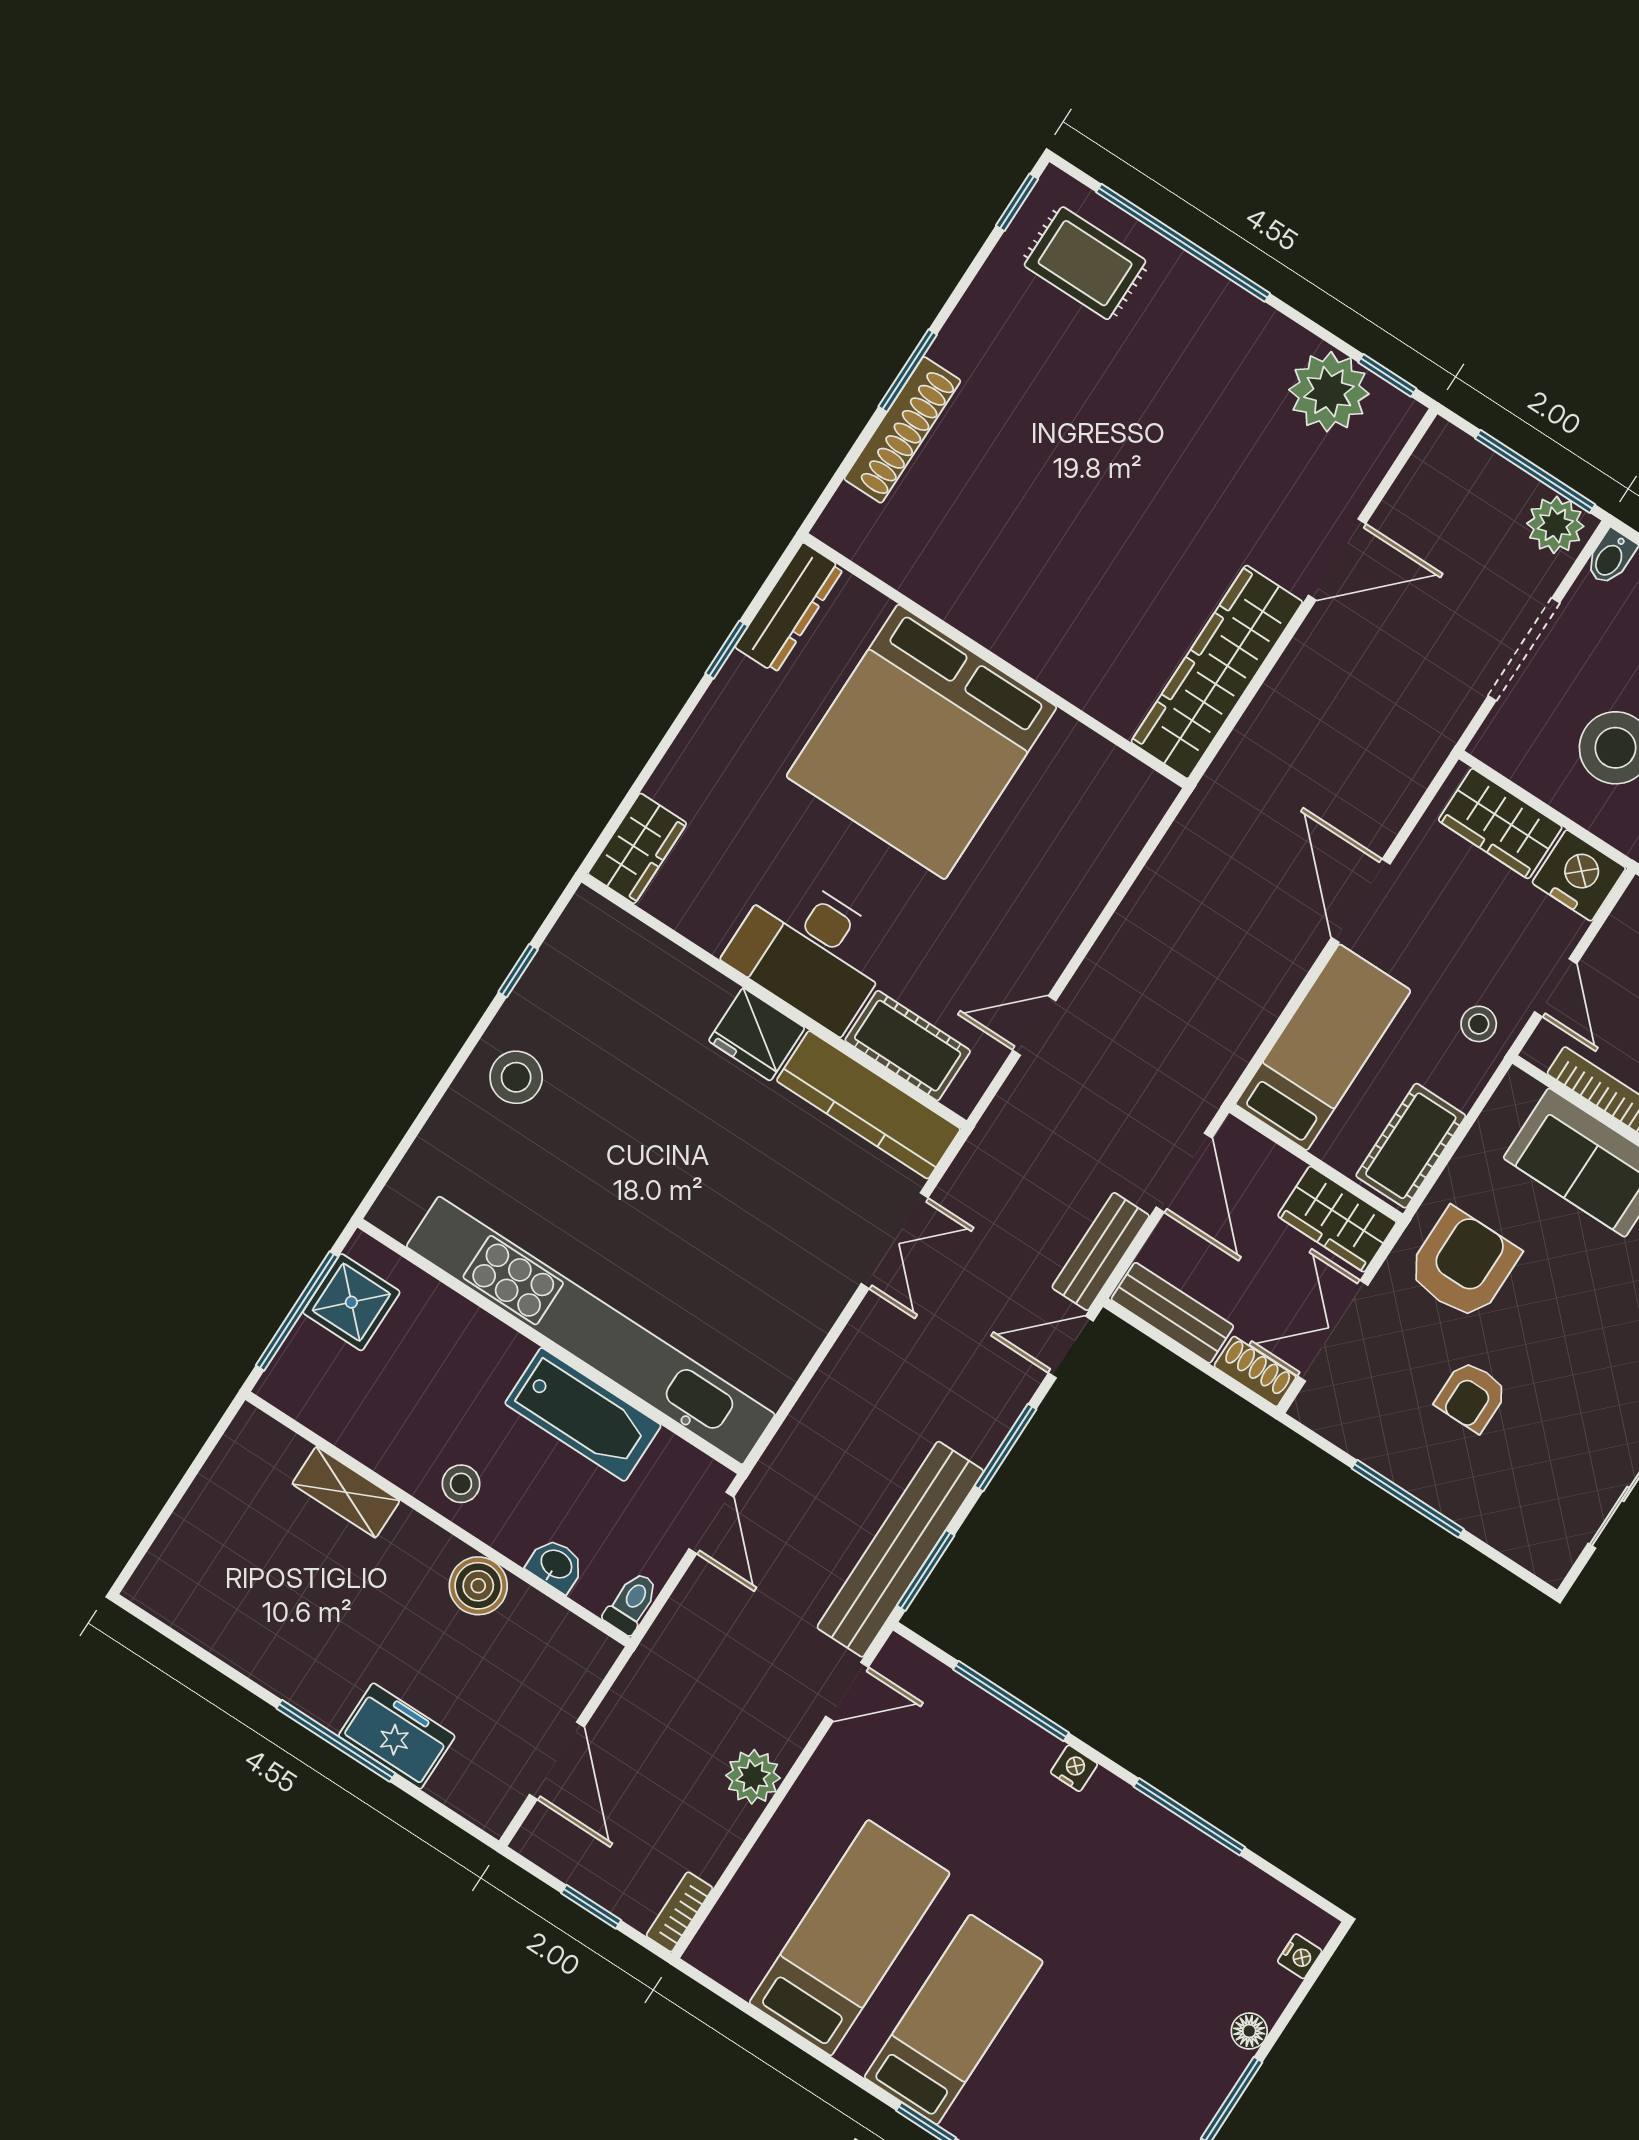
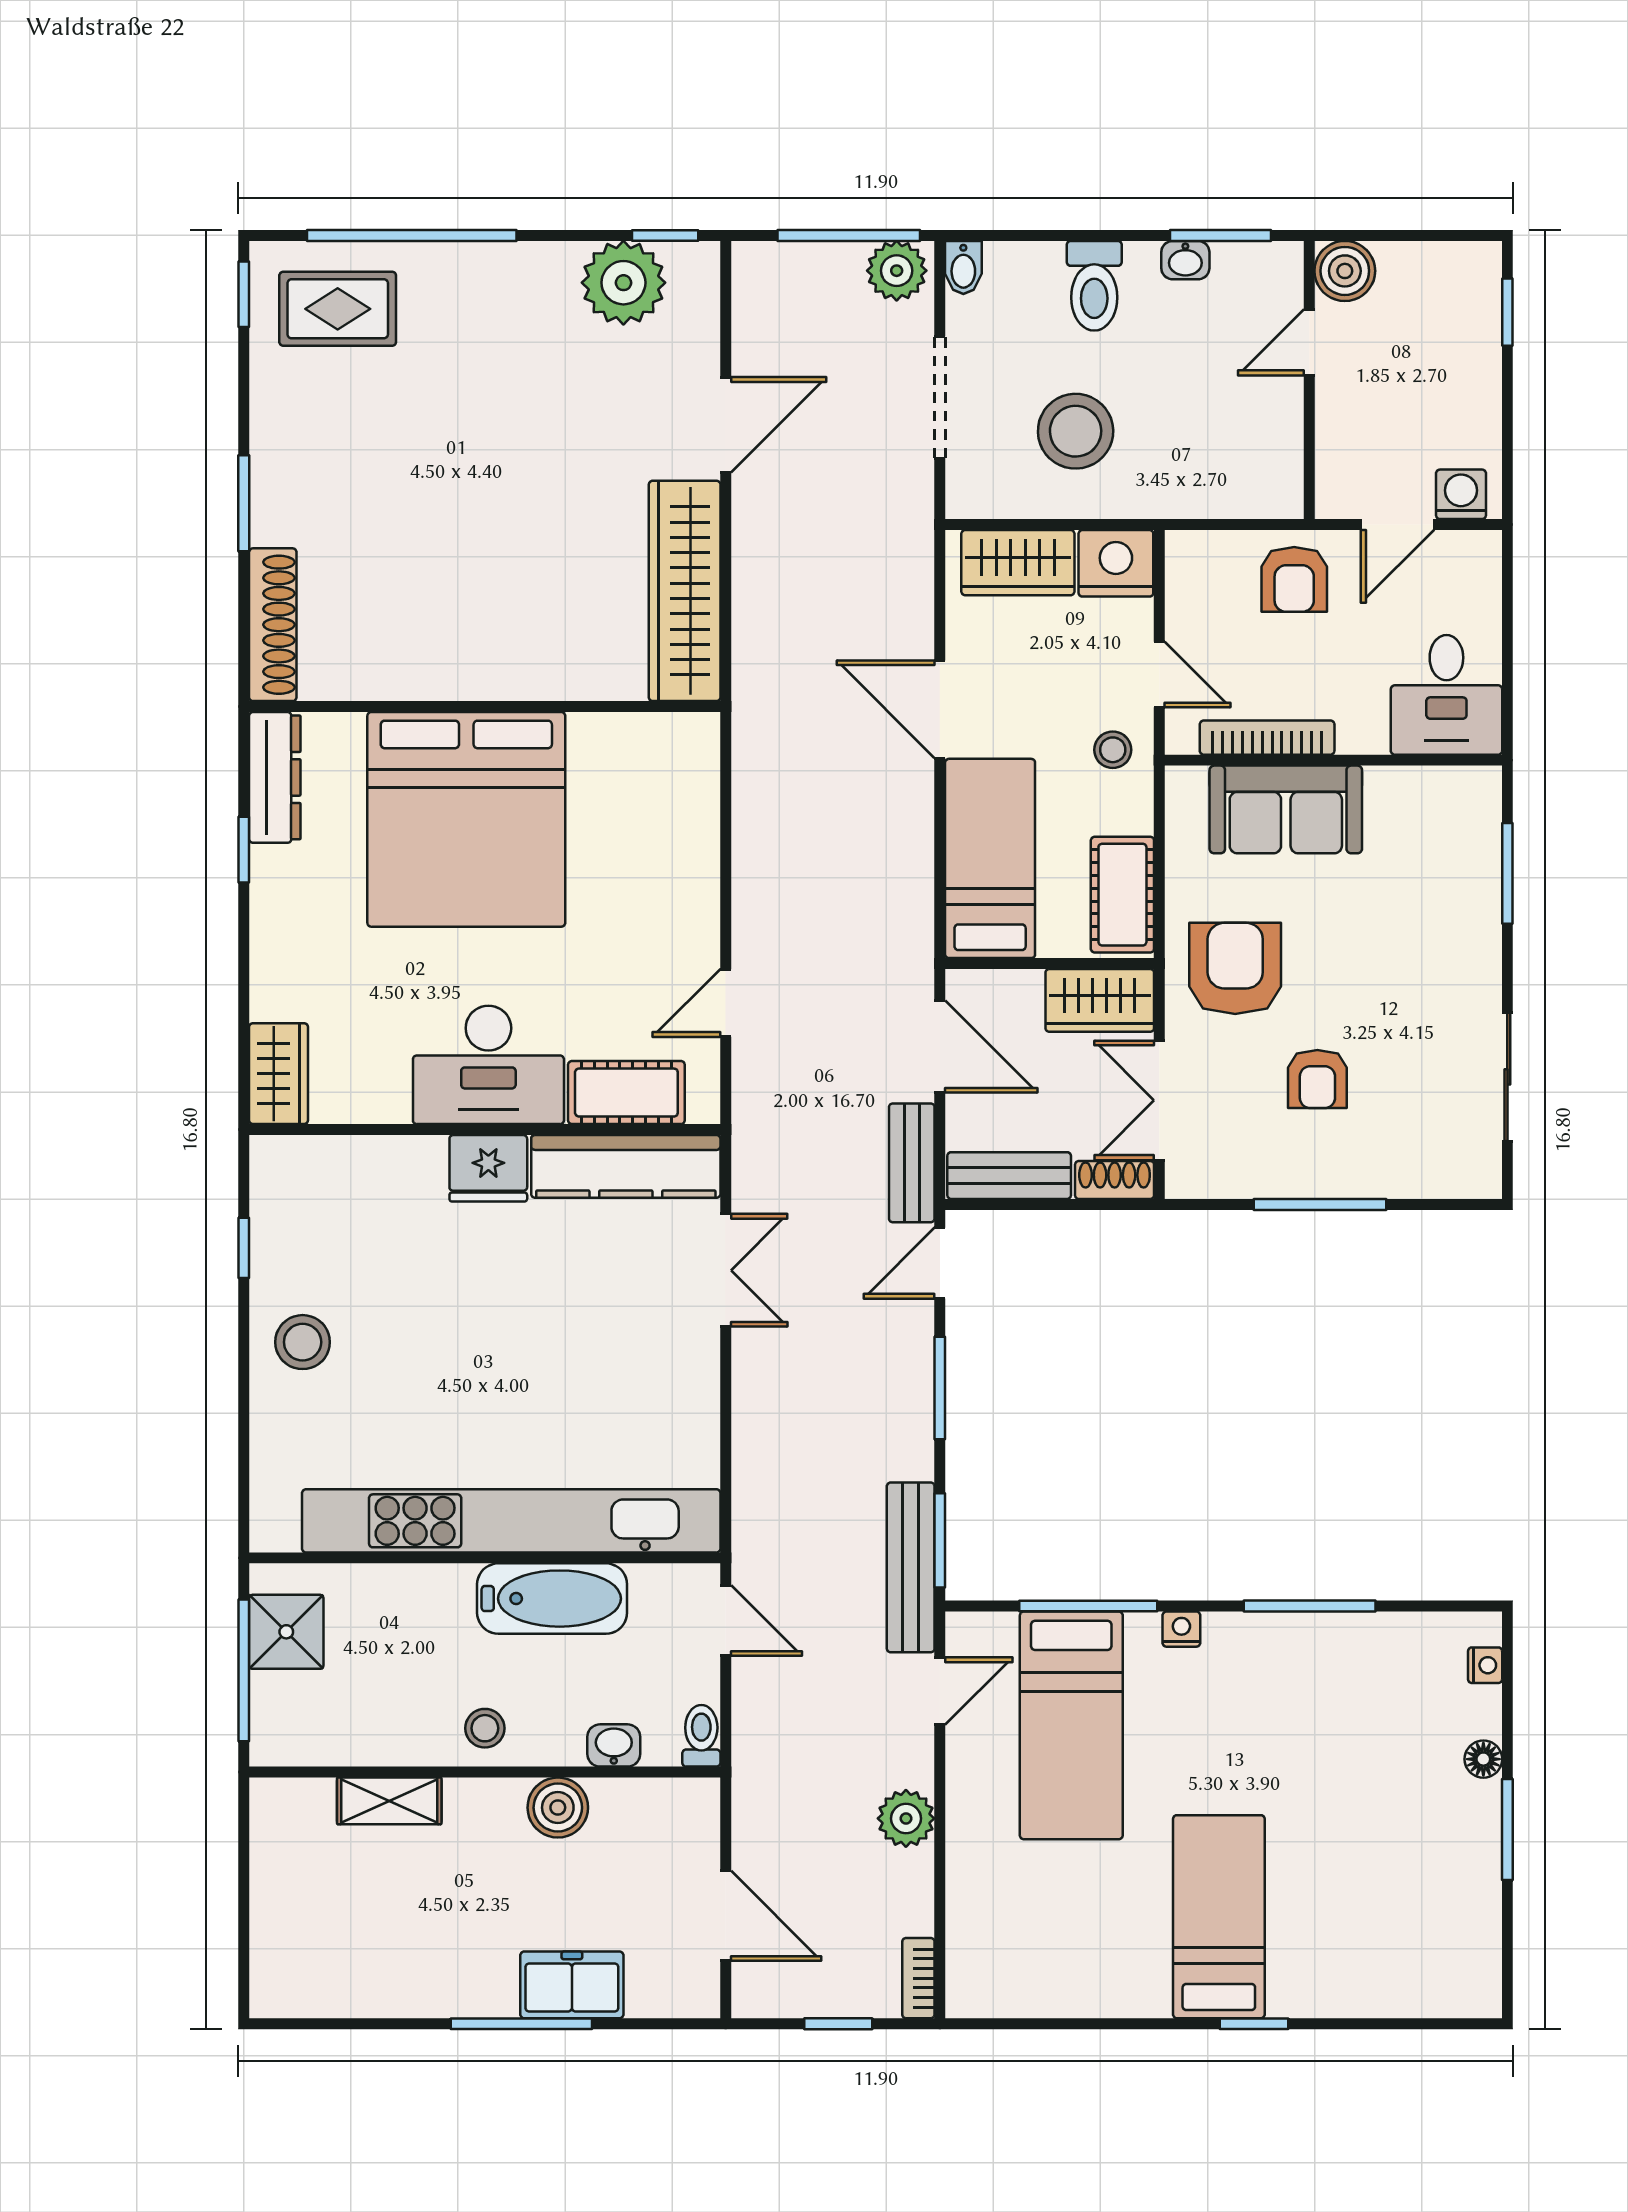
shoe rack: (902, 430) -> (273, 625), moved
bench: (900, 1549) -> (911, 1567), width x0.73, depth x0.82
bed: (850, 1938) -> (1071, 1725), moved, turned 180

